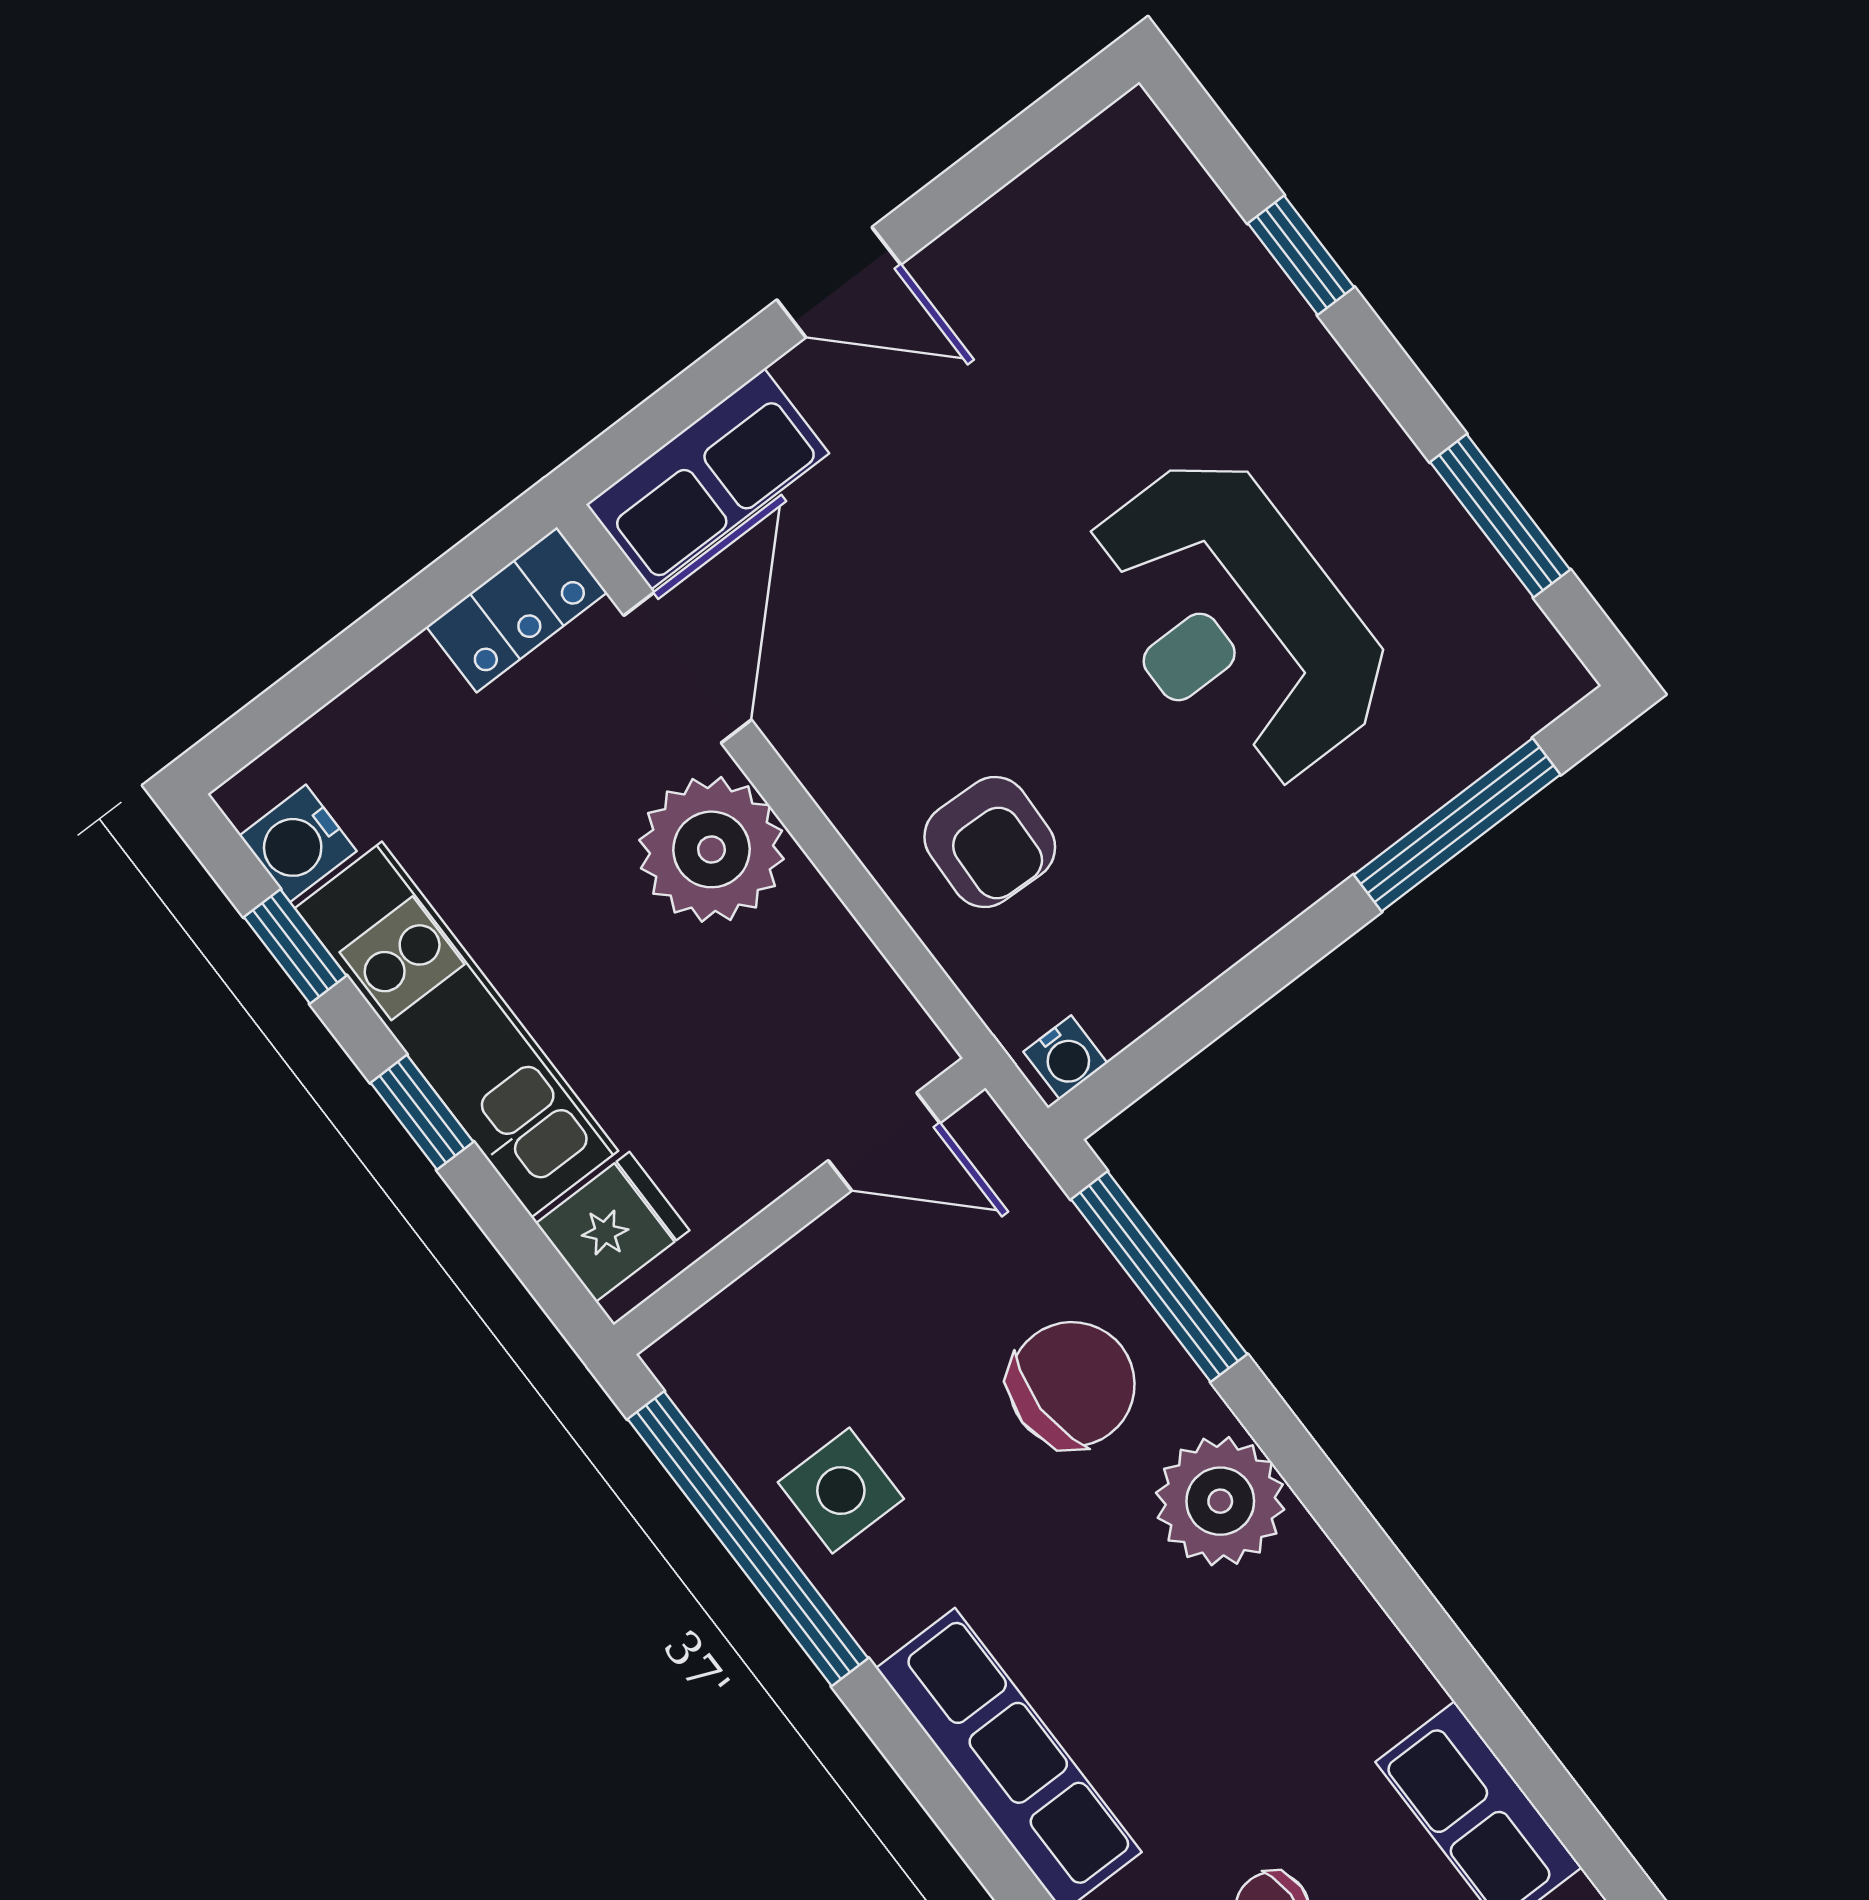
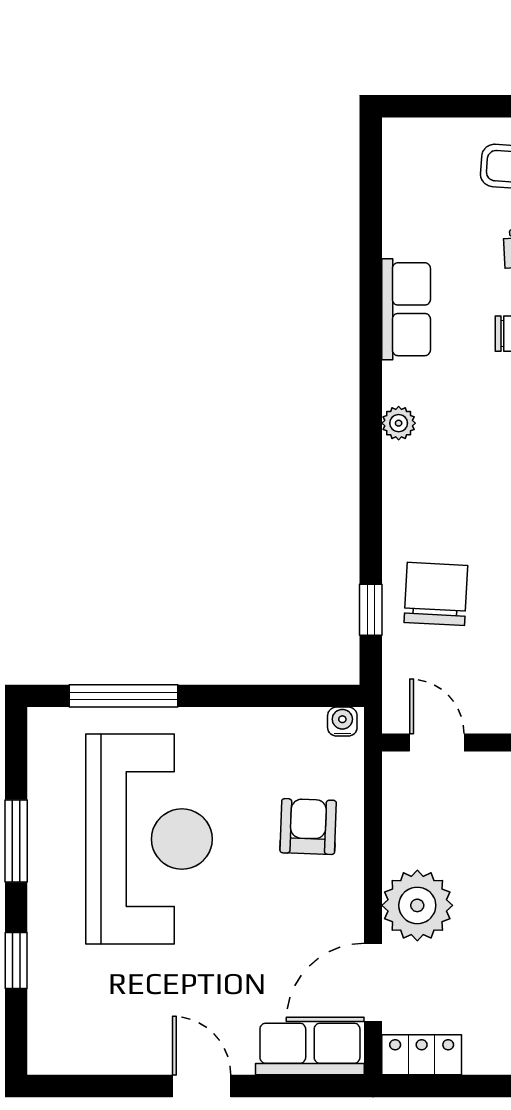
window: (1500, 516) -> (16, 841), moved
reception desk: (1235, 622) -> (149, 839), width x1.36, depth x1.30
window: (1159, 1277) -> (371, 610), width x0.46
chair: (1072, 1384) -> (436, 594), turned 93
plant: (1220, 1501) -> (399, 423), moved, width x0.53, depth x0.53

